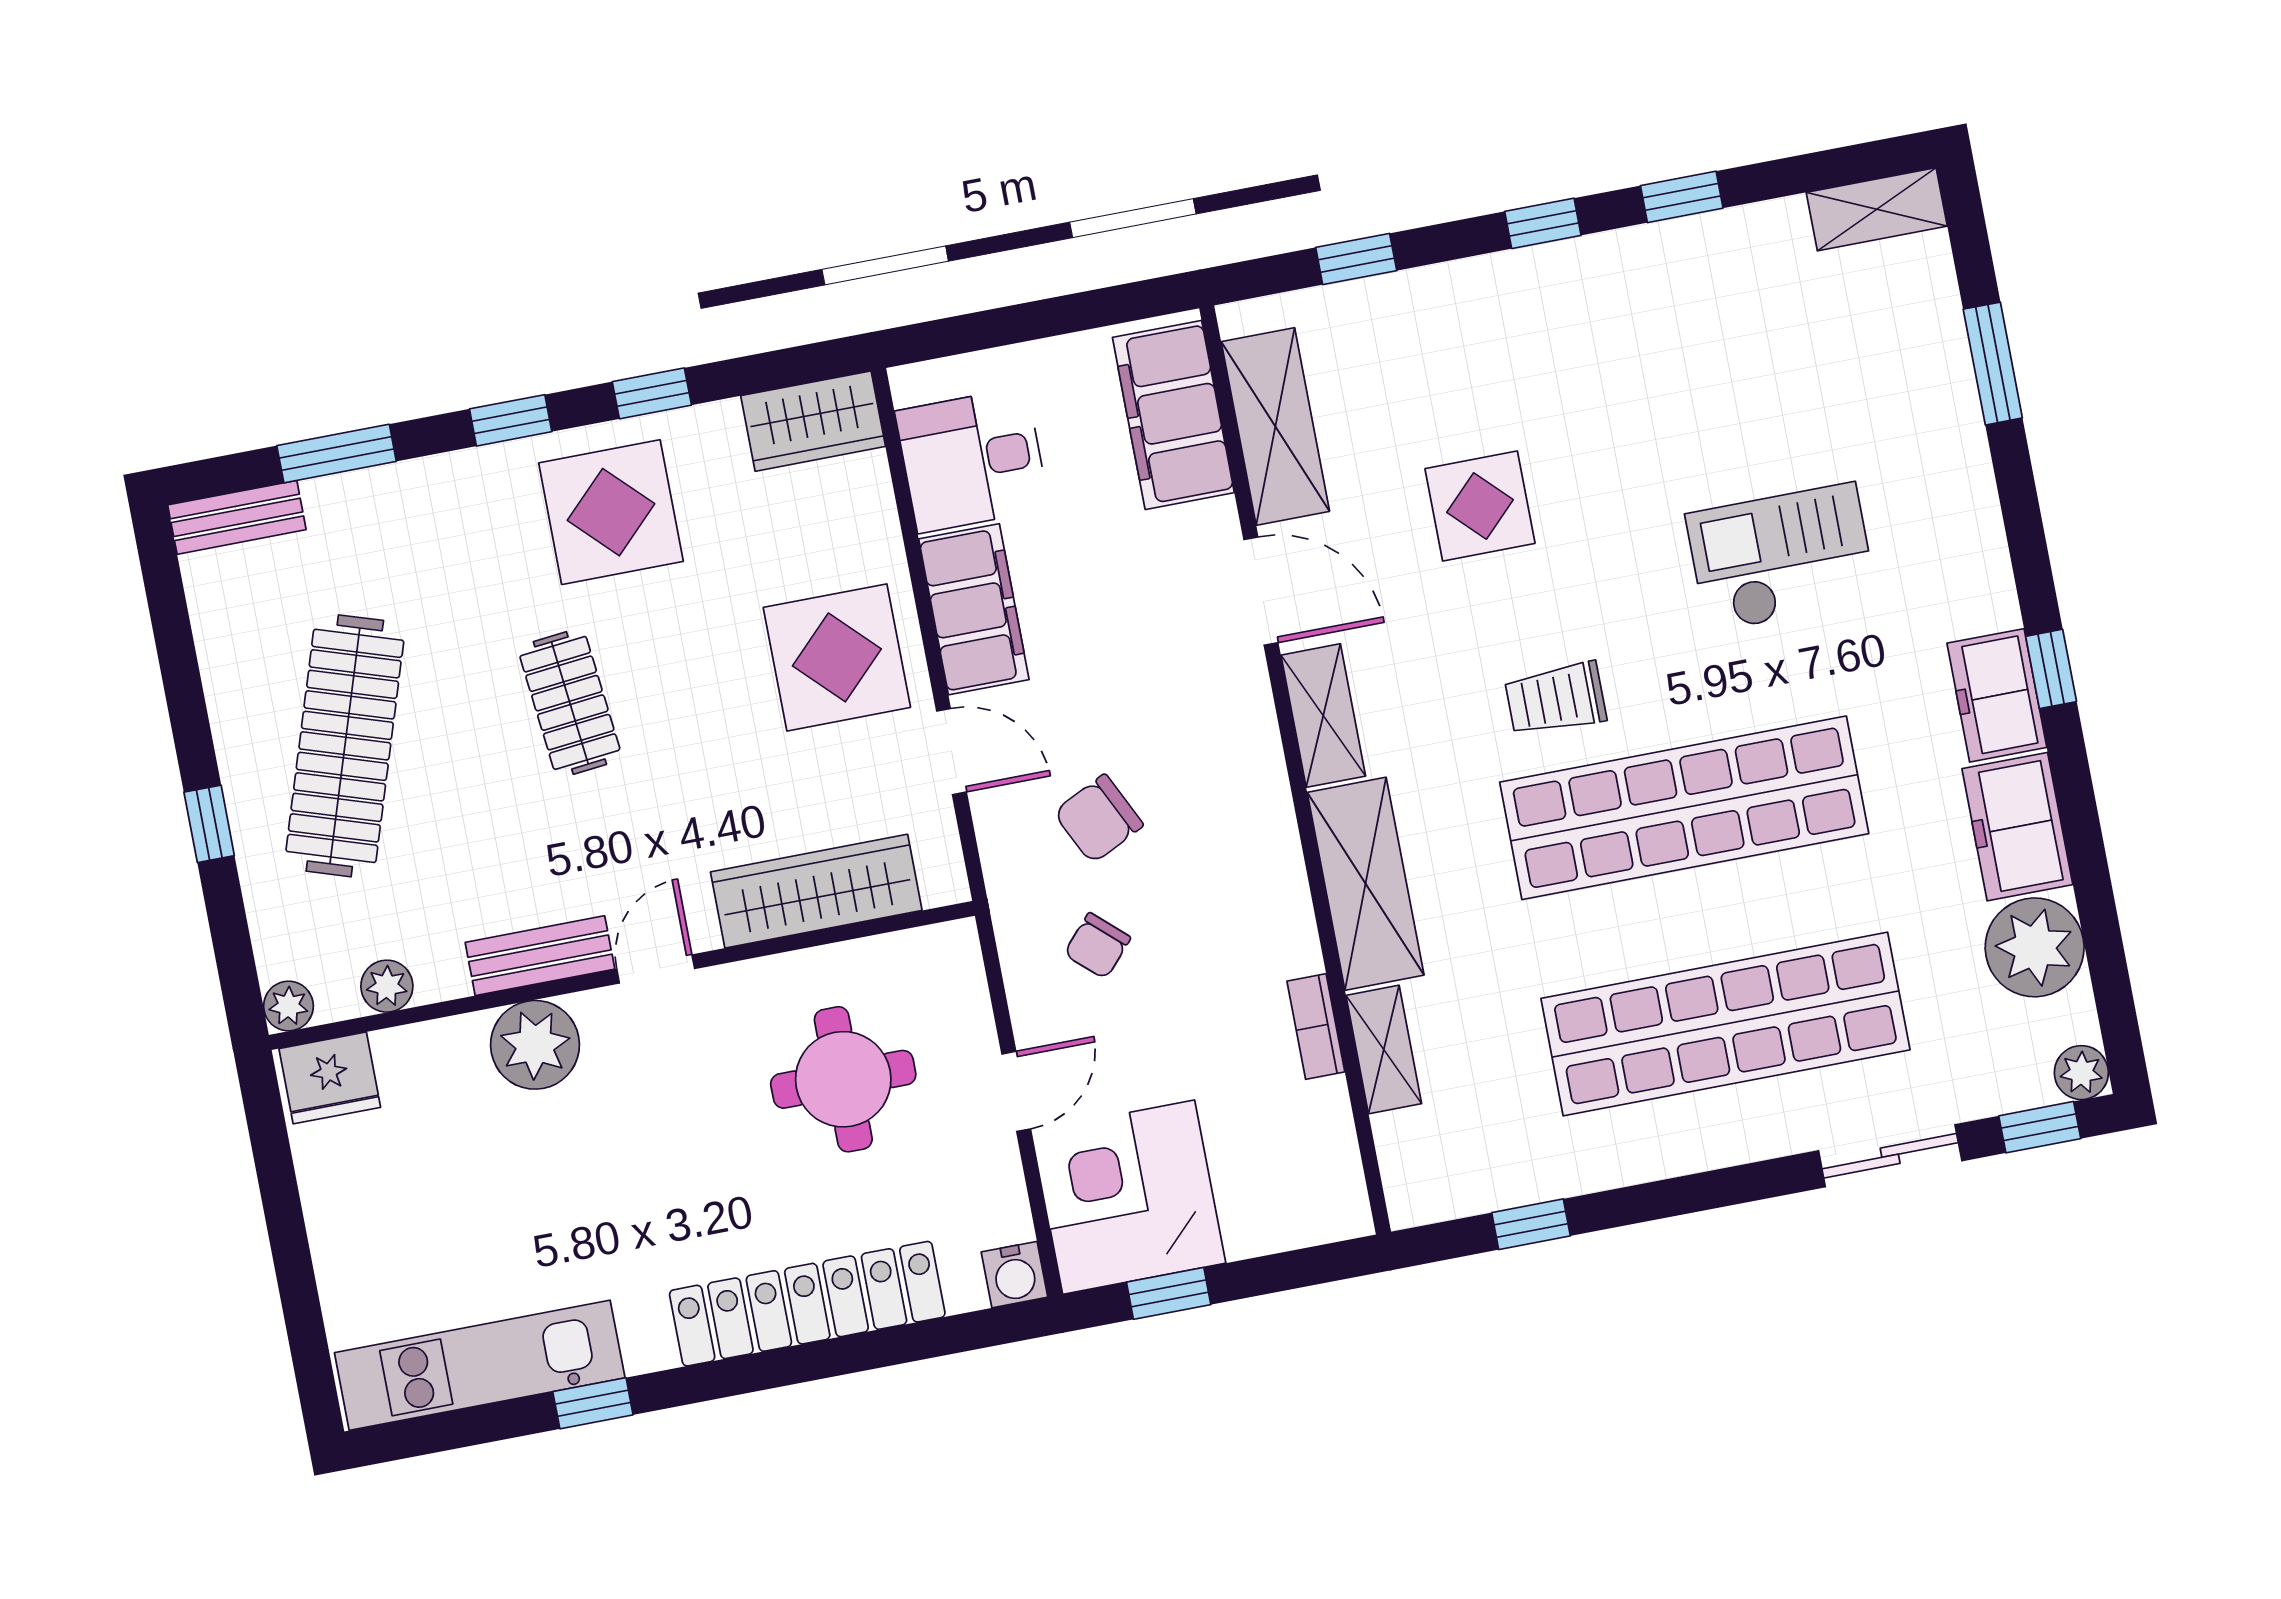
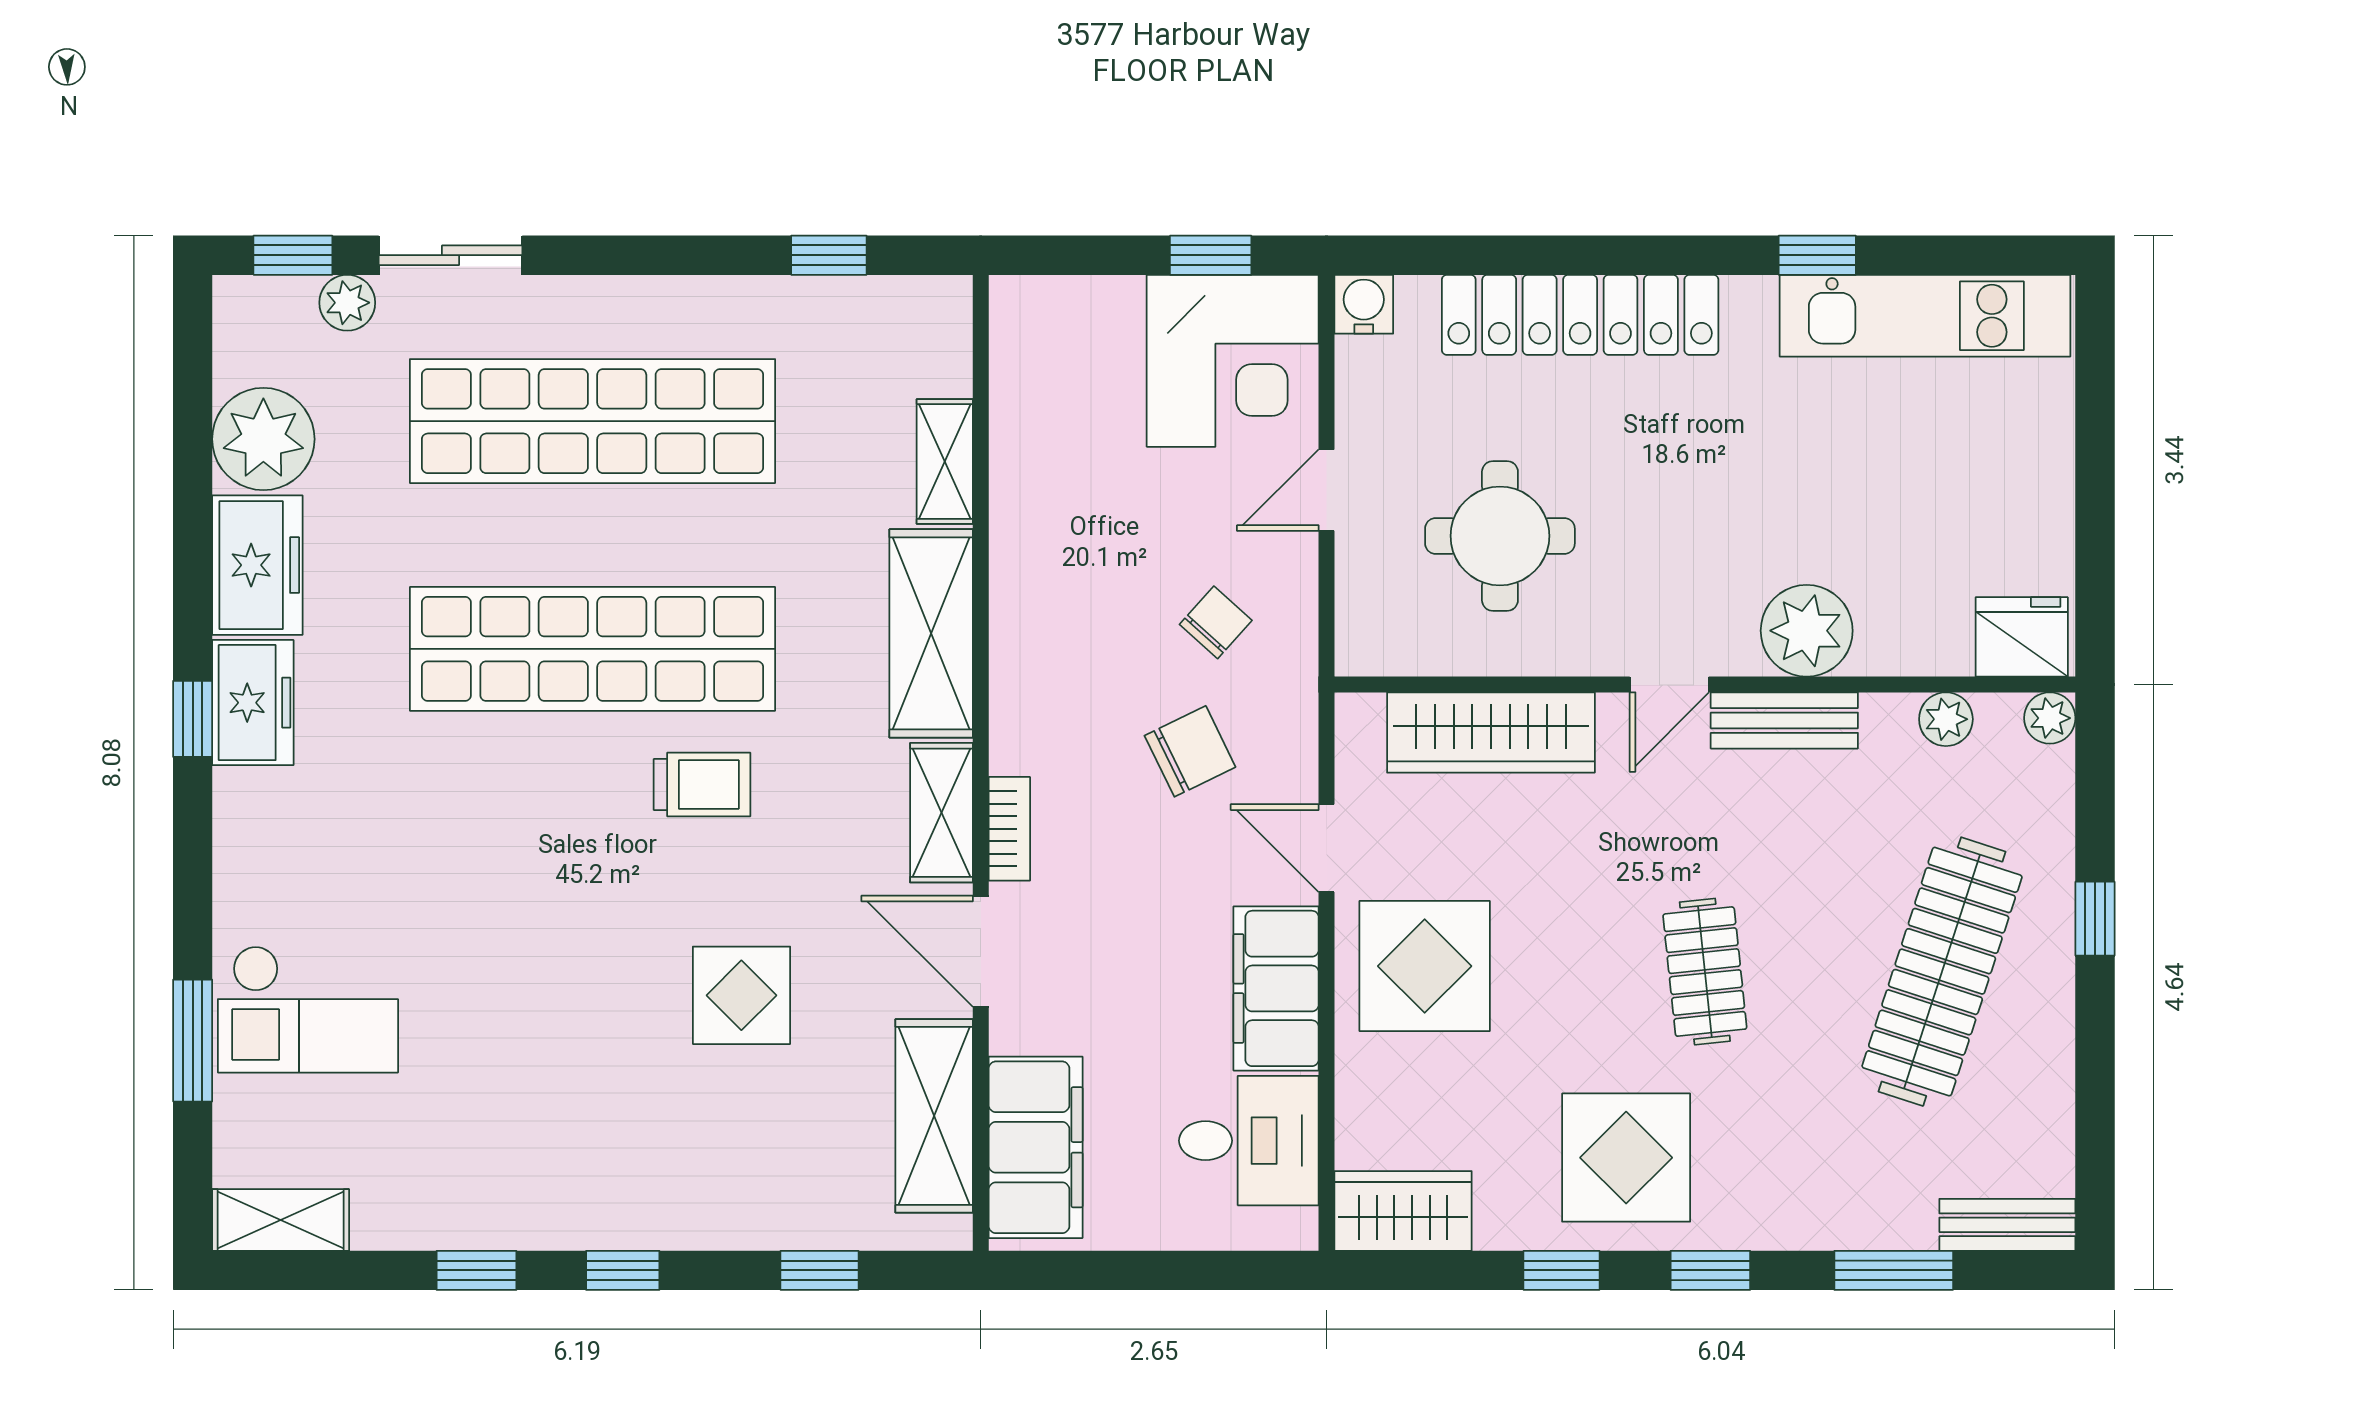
checkout: (1781, 558) -> (308, 1009), moved
bookcase: (1316, 1027) -> (1009, 829), moved
plant: (2081, 1073) -> (347, 303), moved

